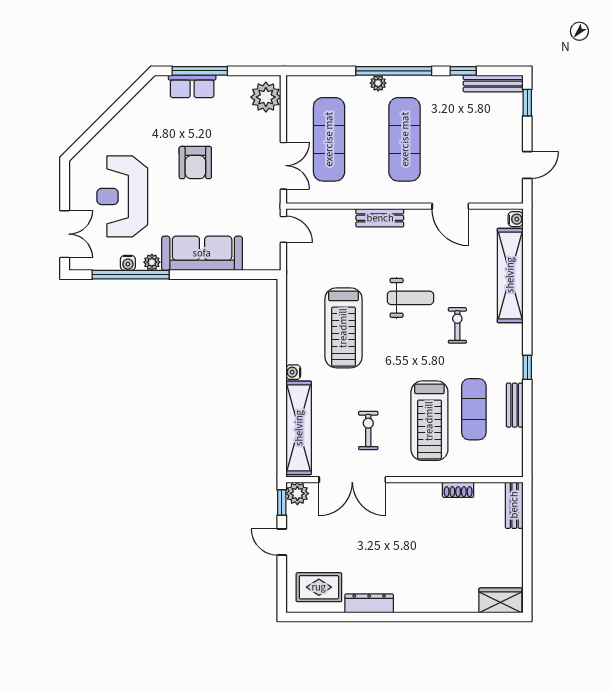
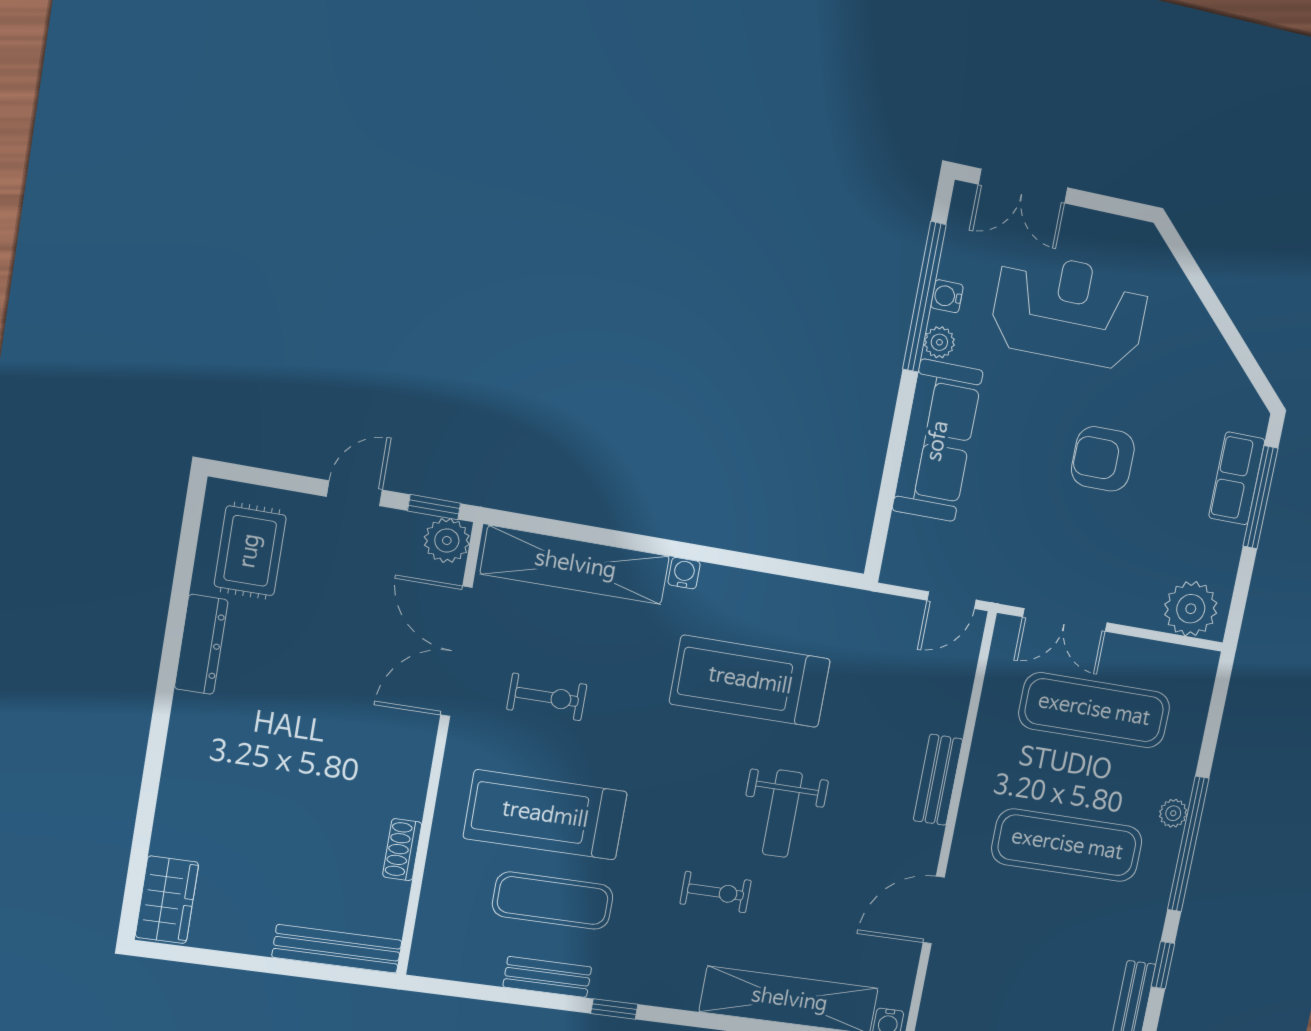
bench: (514, 505) -> (337, 949), width x1.36

